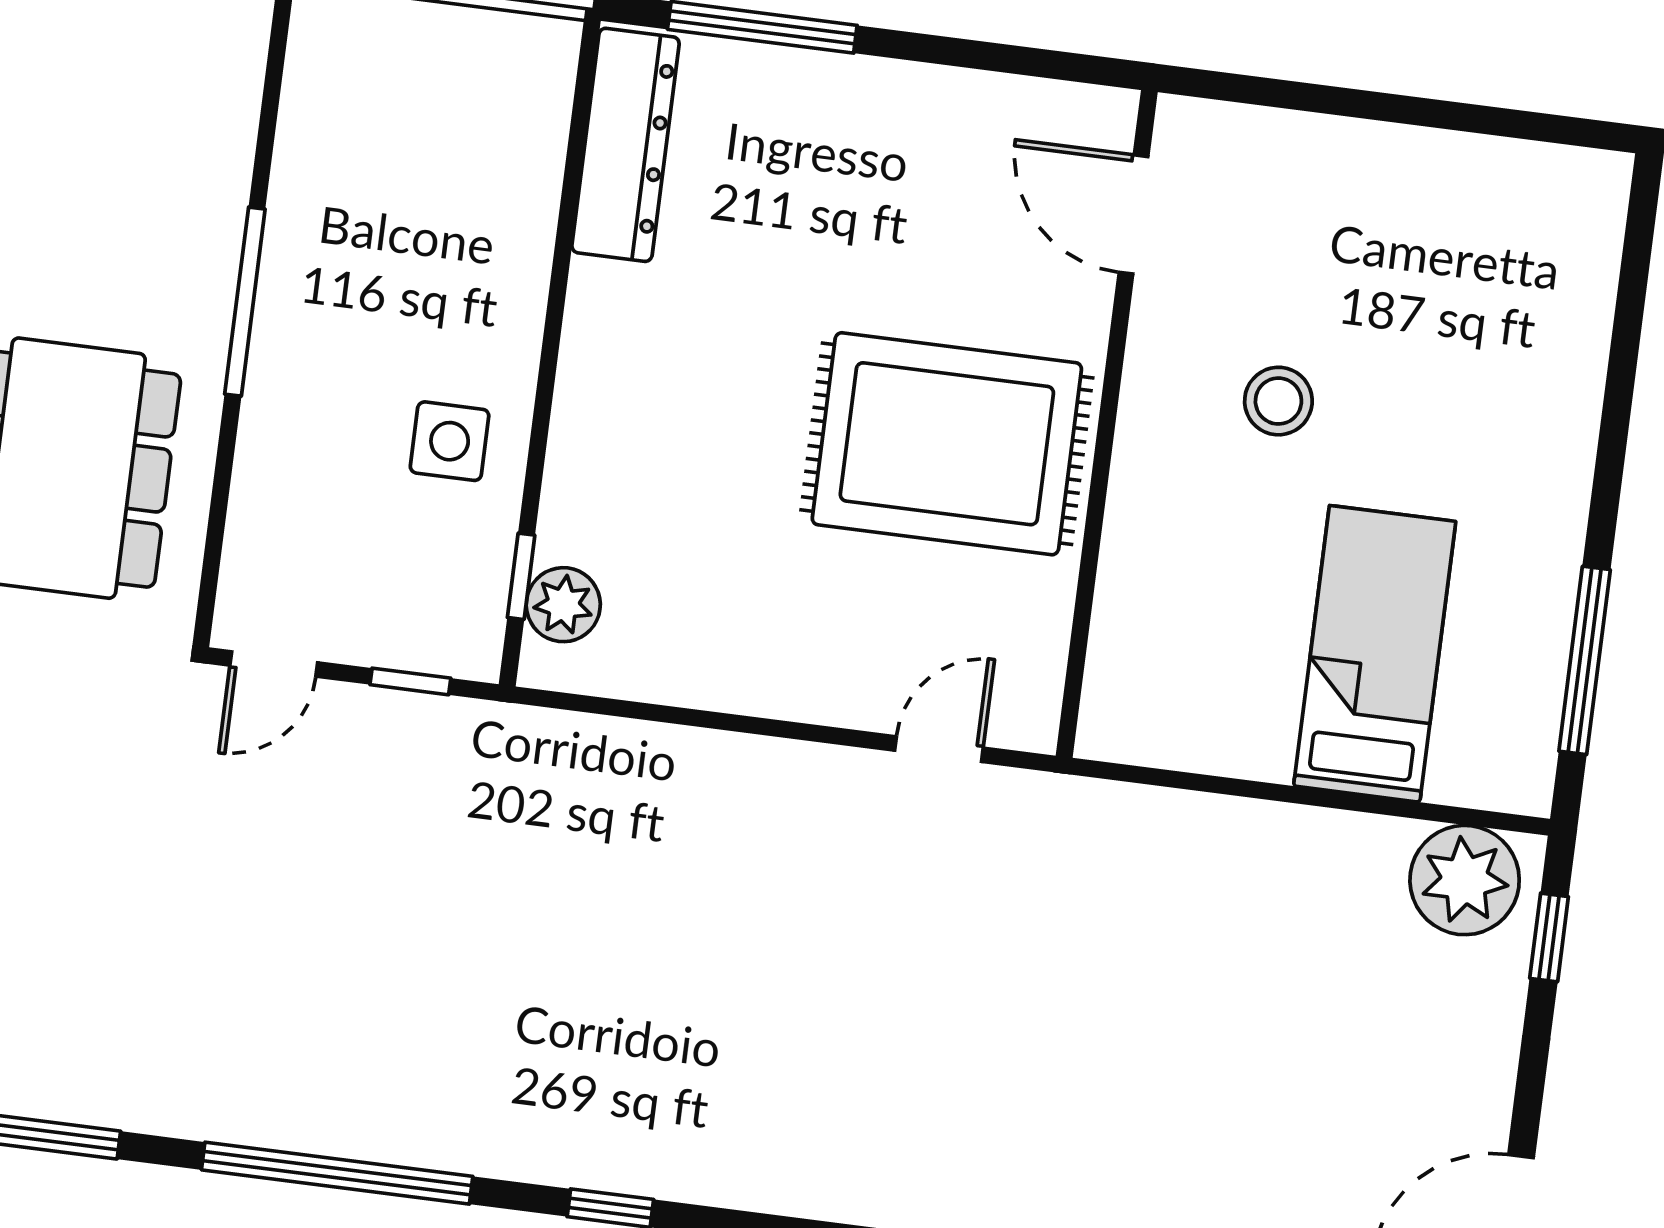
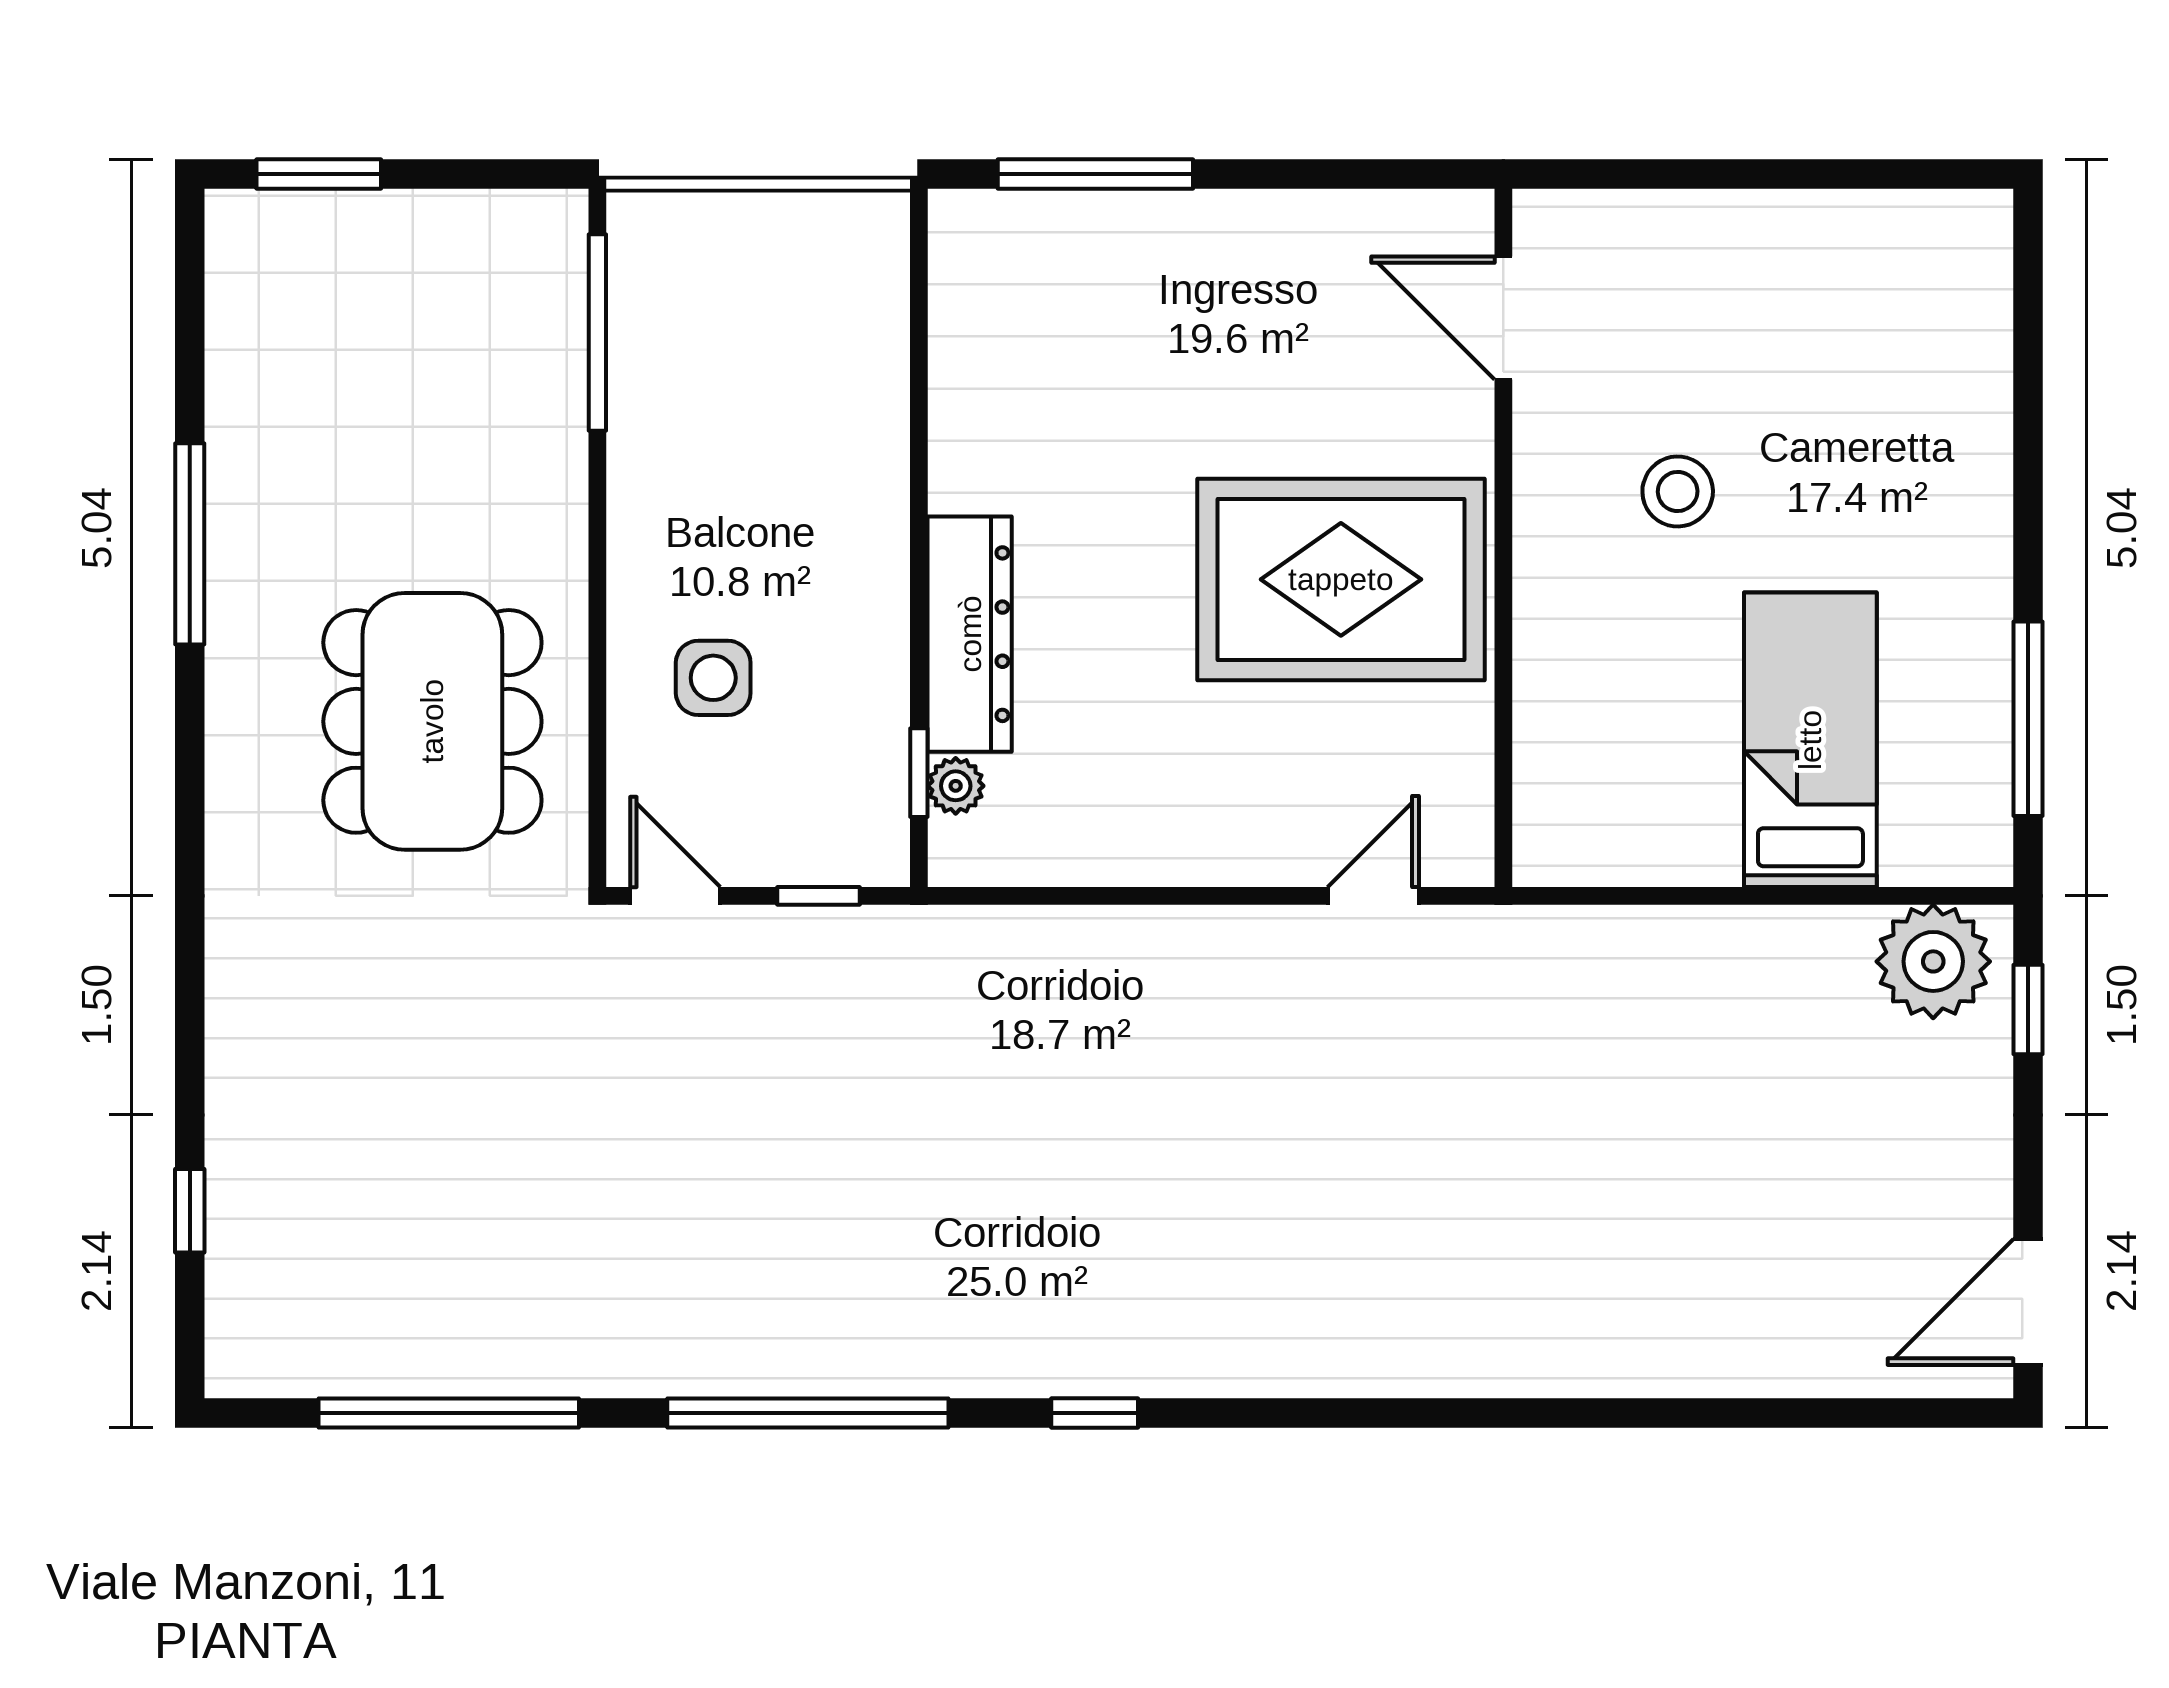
dresser: (626, 145) -> (970, 634), moved
window: (245, 302) -> (597, 333), moved
side table: (450, 441) -> (713, 678), moved
plant: (563, 605) -> (956, 786), width x0.73, depth x0.73
door: (274, 664) -> (675, 896), swing flipped

